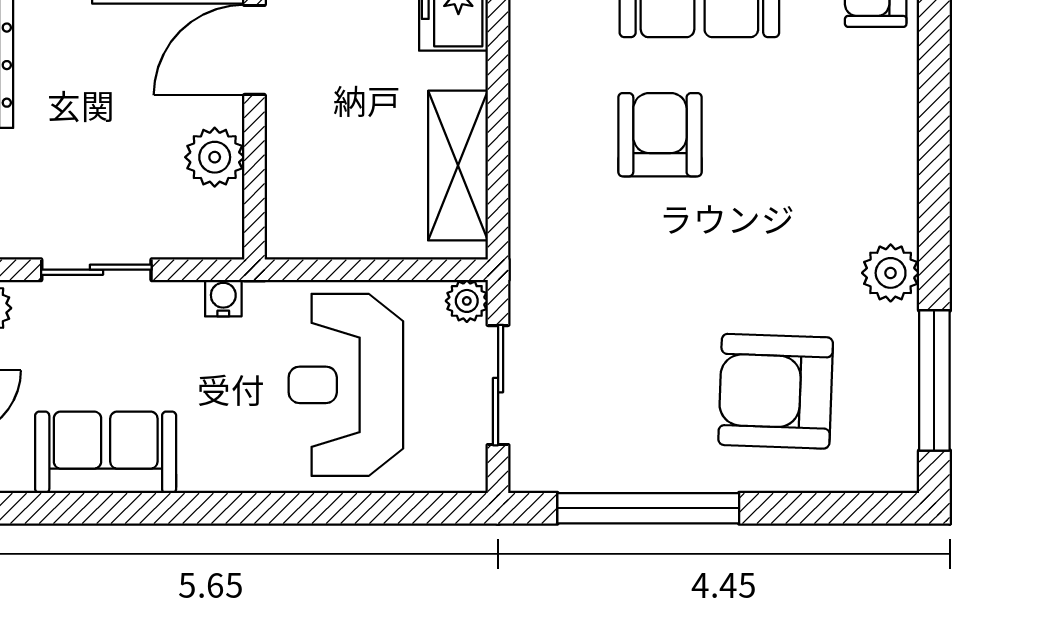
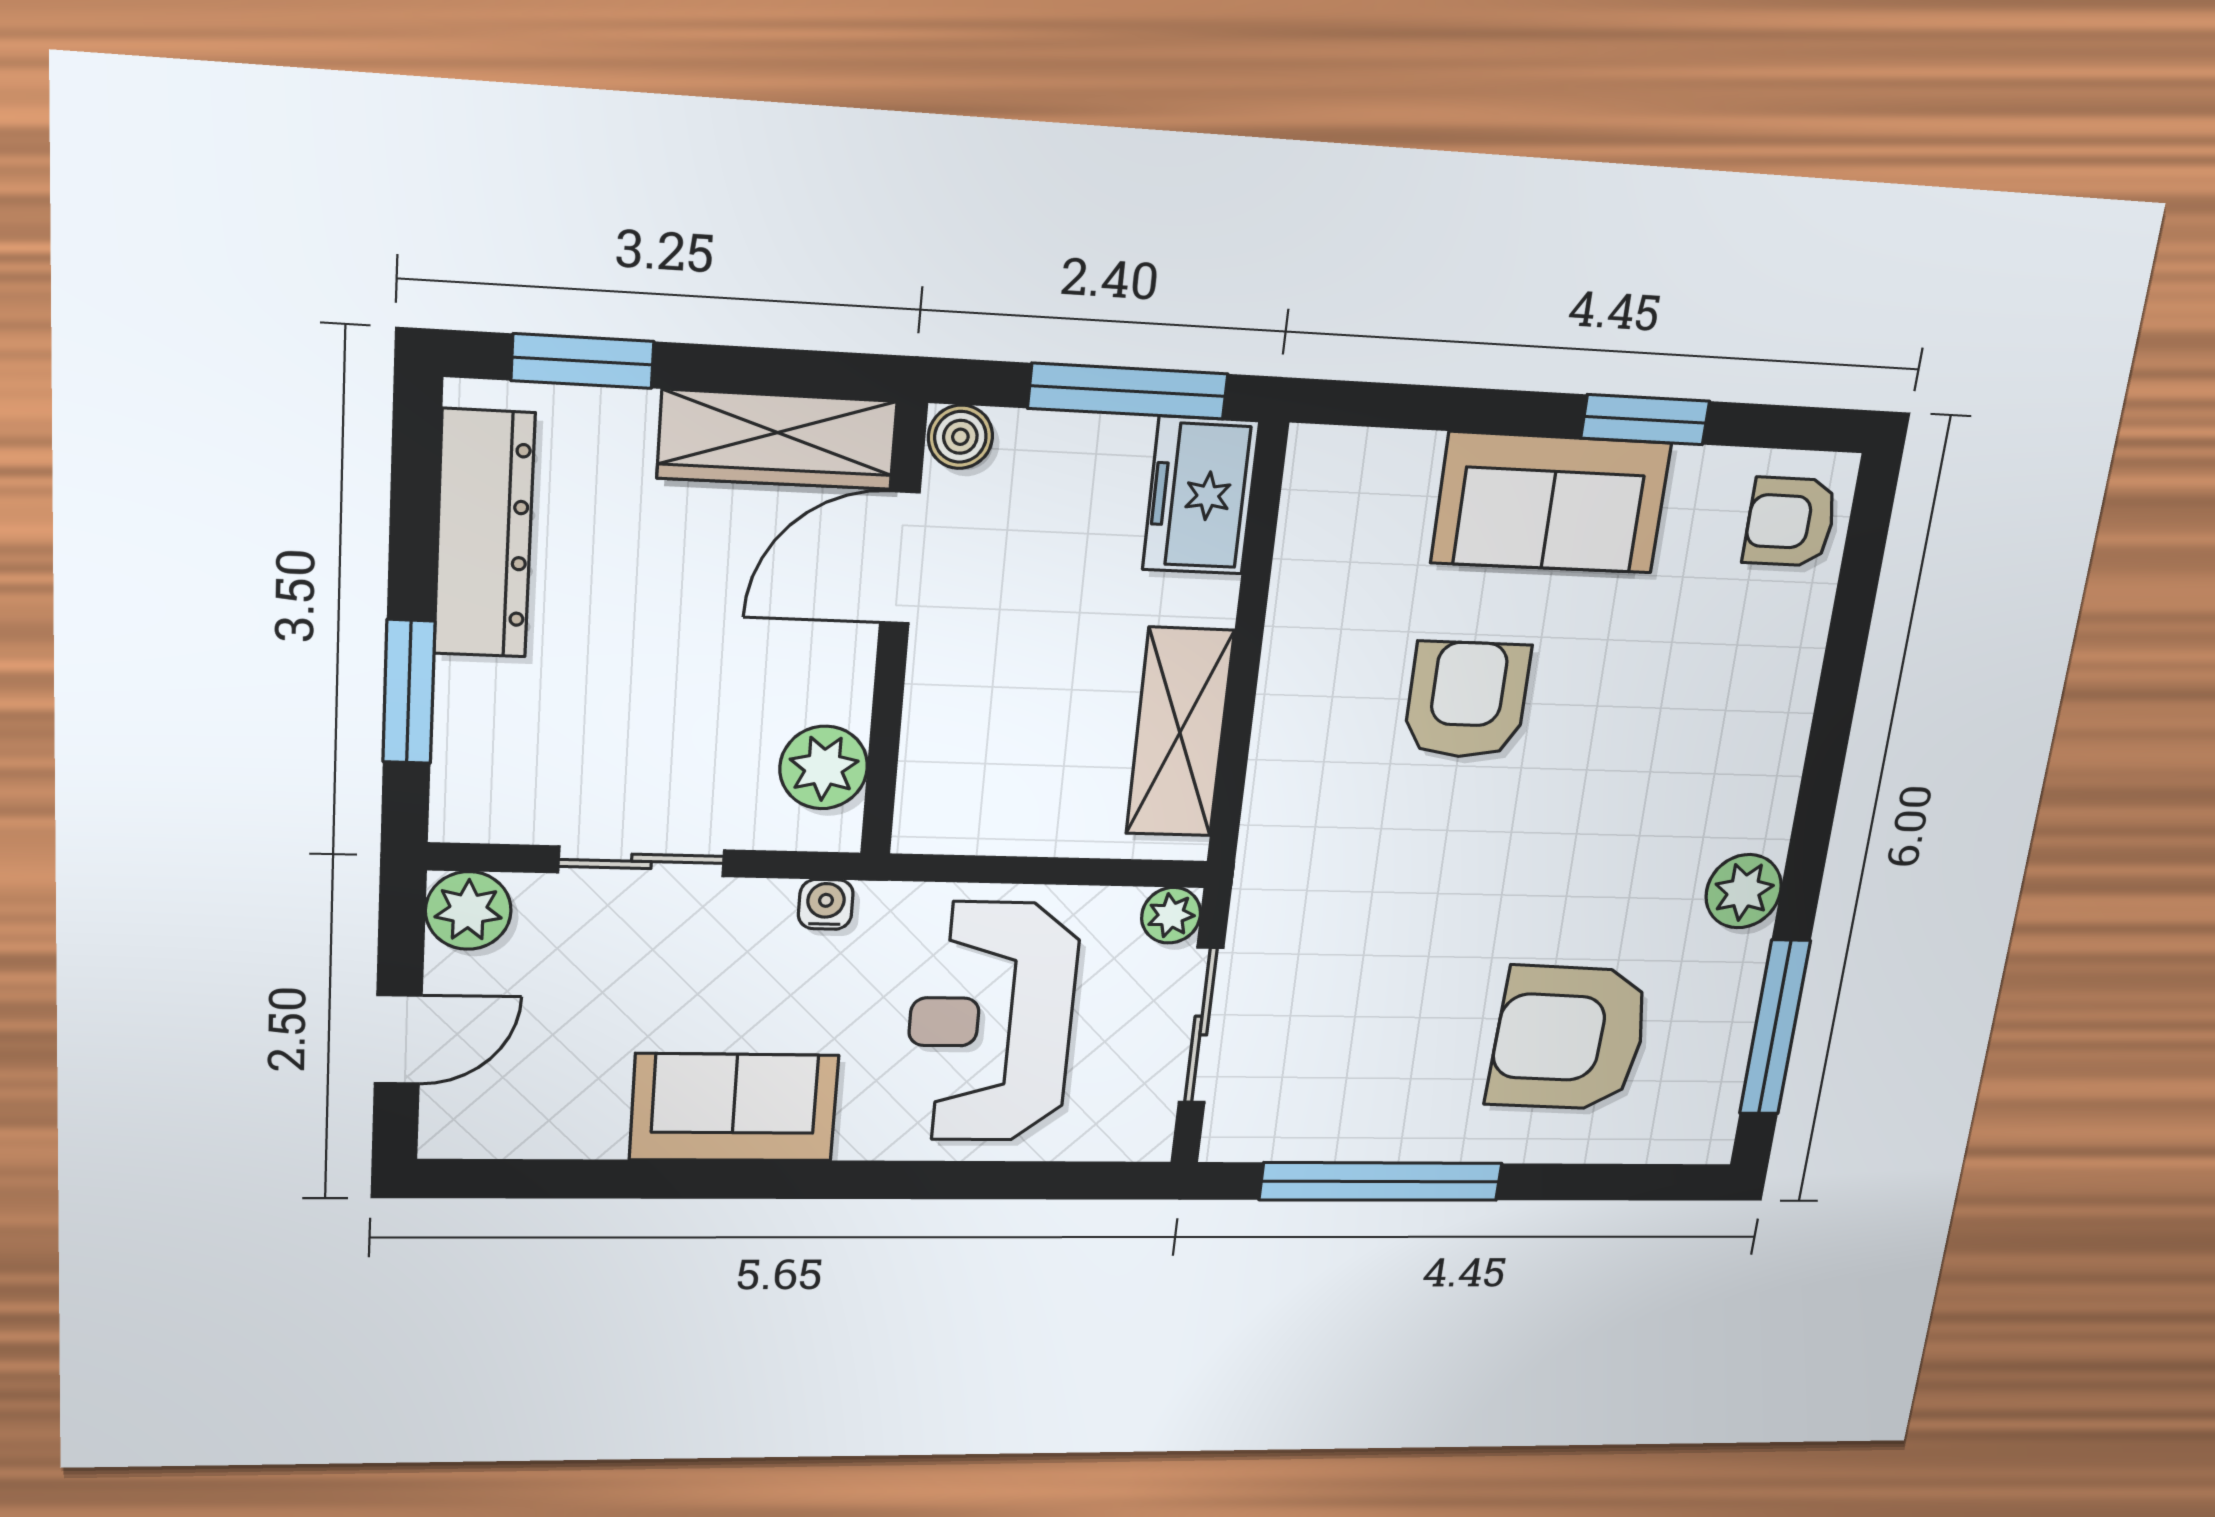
plant: (215, 157) -> (824, 768), moved
sofa: (106, 452) -> (734, 1107), moved

